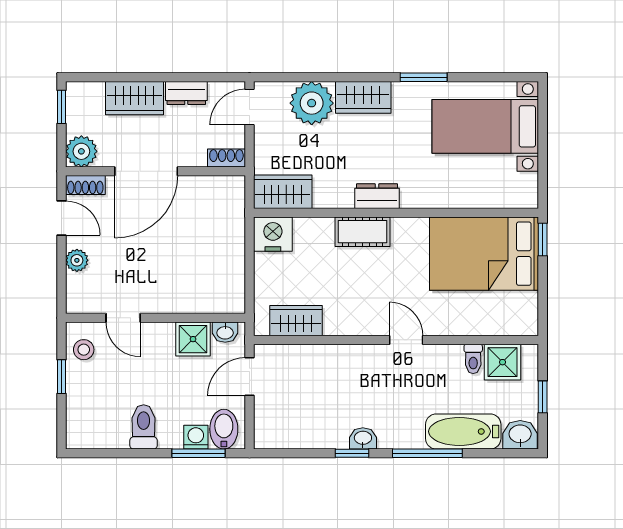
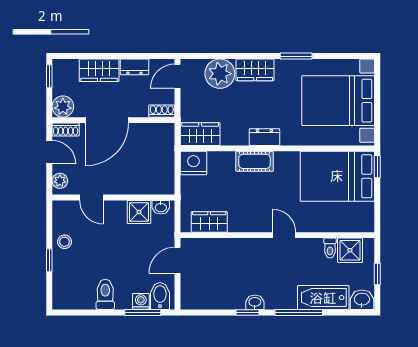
bed with nightstands: (485, 126) -> (338, 101), width x1.36
door: (123, 318) -> (91, 197), moved
wall: (155, 318) -> (113, 197), moved
washbasin: (225, 332) -> (161, 207), moved
shower: (193, 339) -> (139, 212), moved

